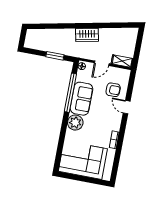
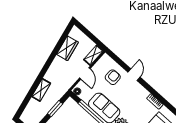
shelving: (64, 34) -> (41, 90), added
wardrobe: (87, 35) -> (67, 48), moved
door: (127, 107) -> (134, 75), swing flipped

